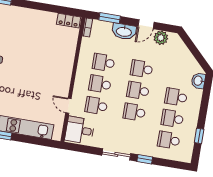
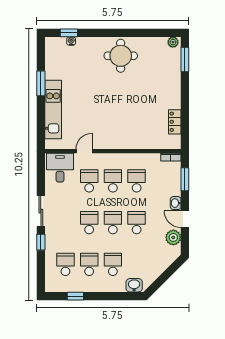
locker: (69, 21) -> (175, 122), moved
washbasin: (124, 31) -> (176, 203), width x0.52, depth x0.69

